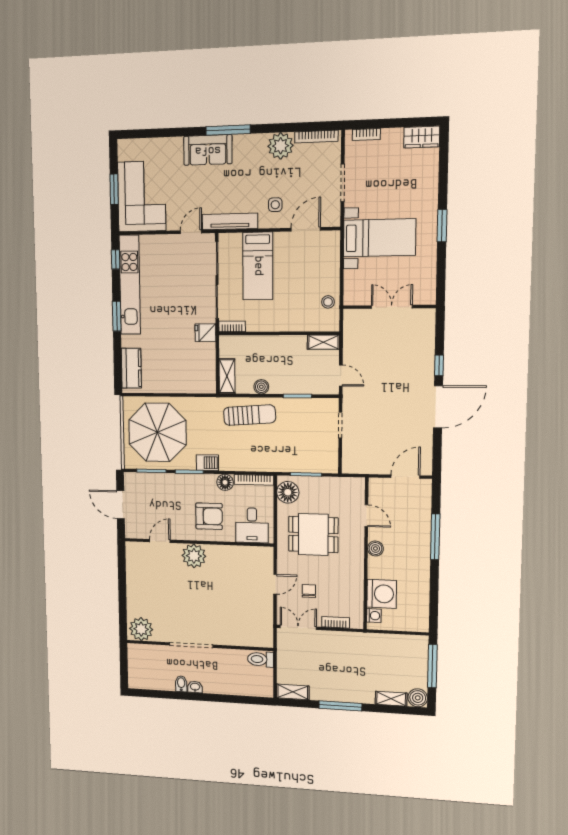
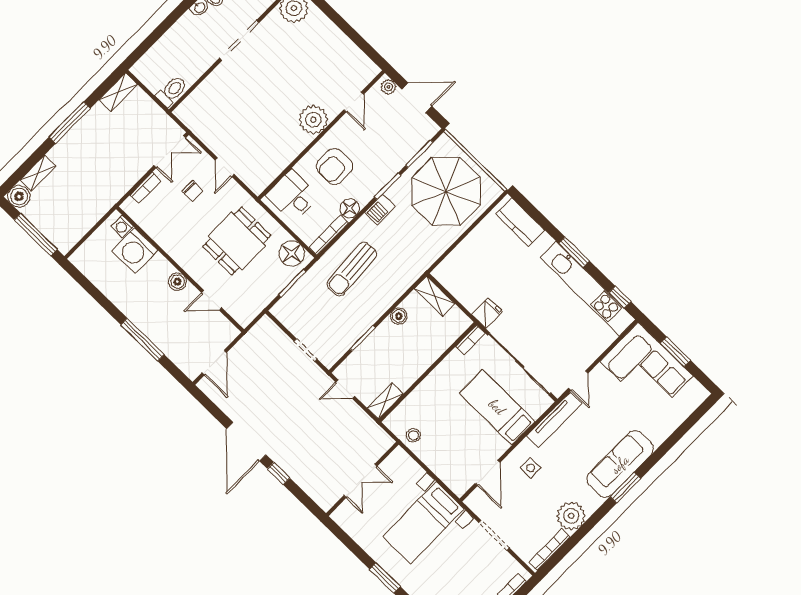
window: (228, 130) -> (626, 488), width x0.69
sofa: (208, 150) -> (620, 464), width x1.36
sun lounger: (250, 415) -> (352, 269), moved
plant: (131, 528) -> (388, 87), added

